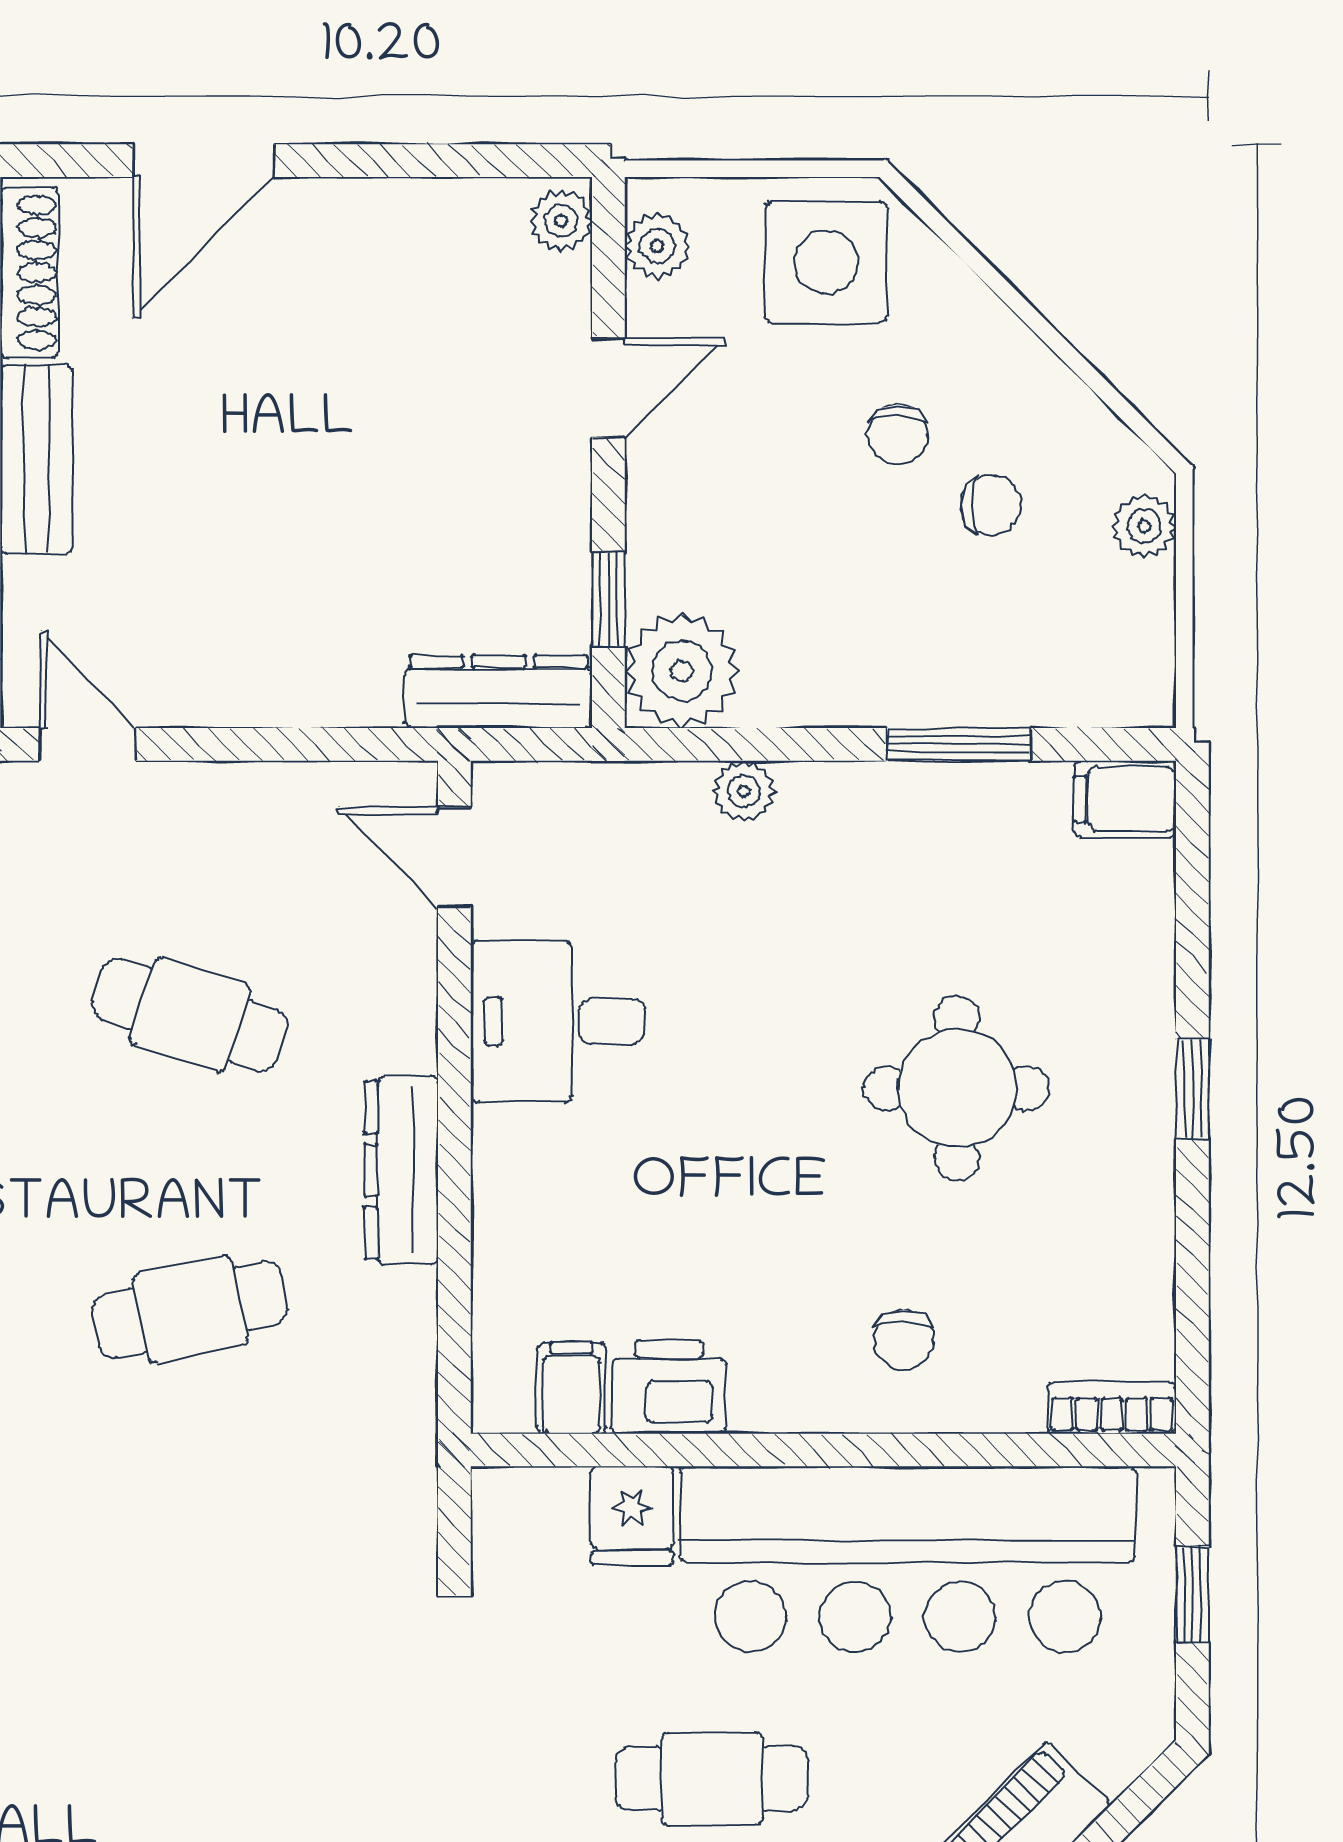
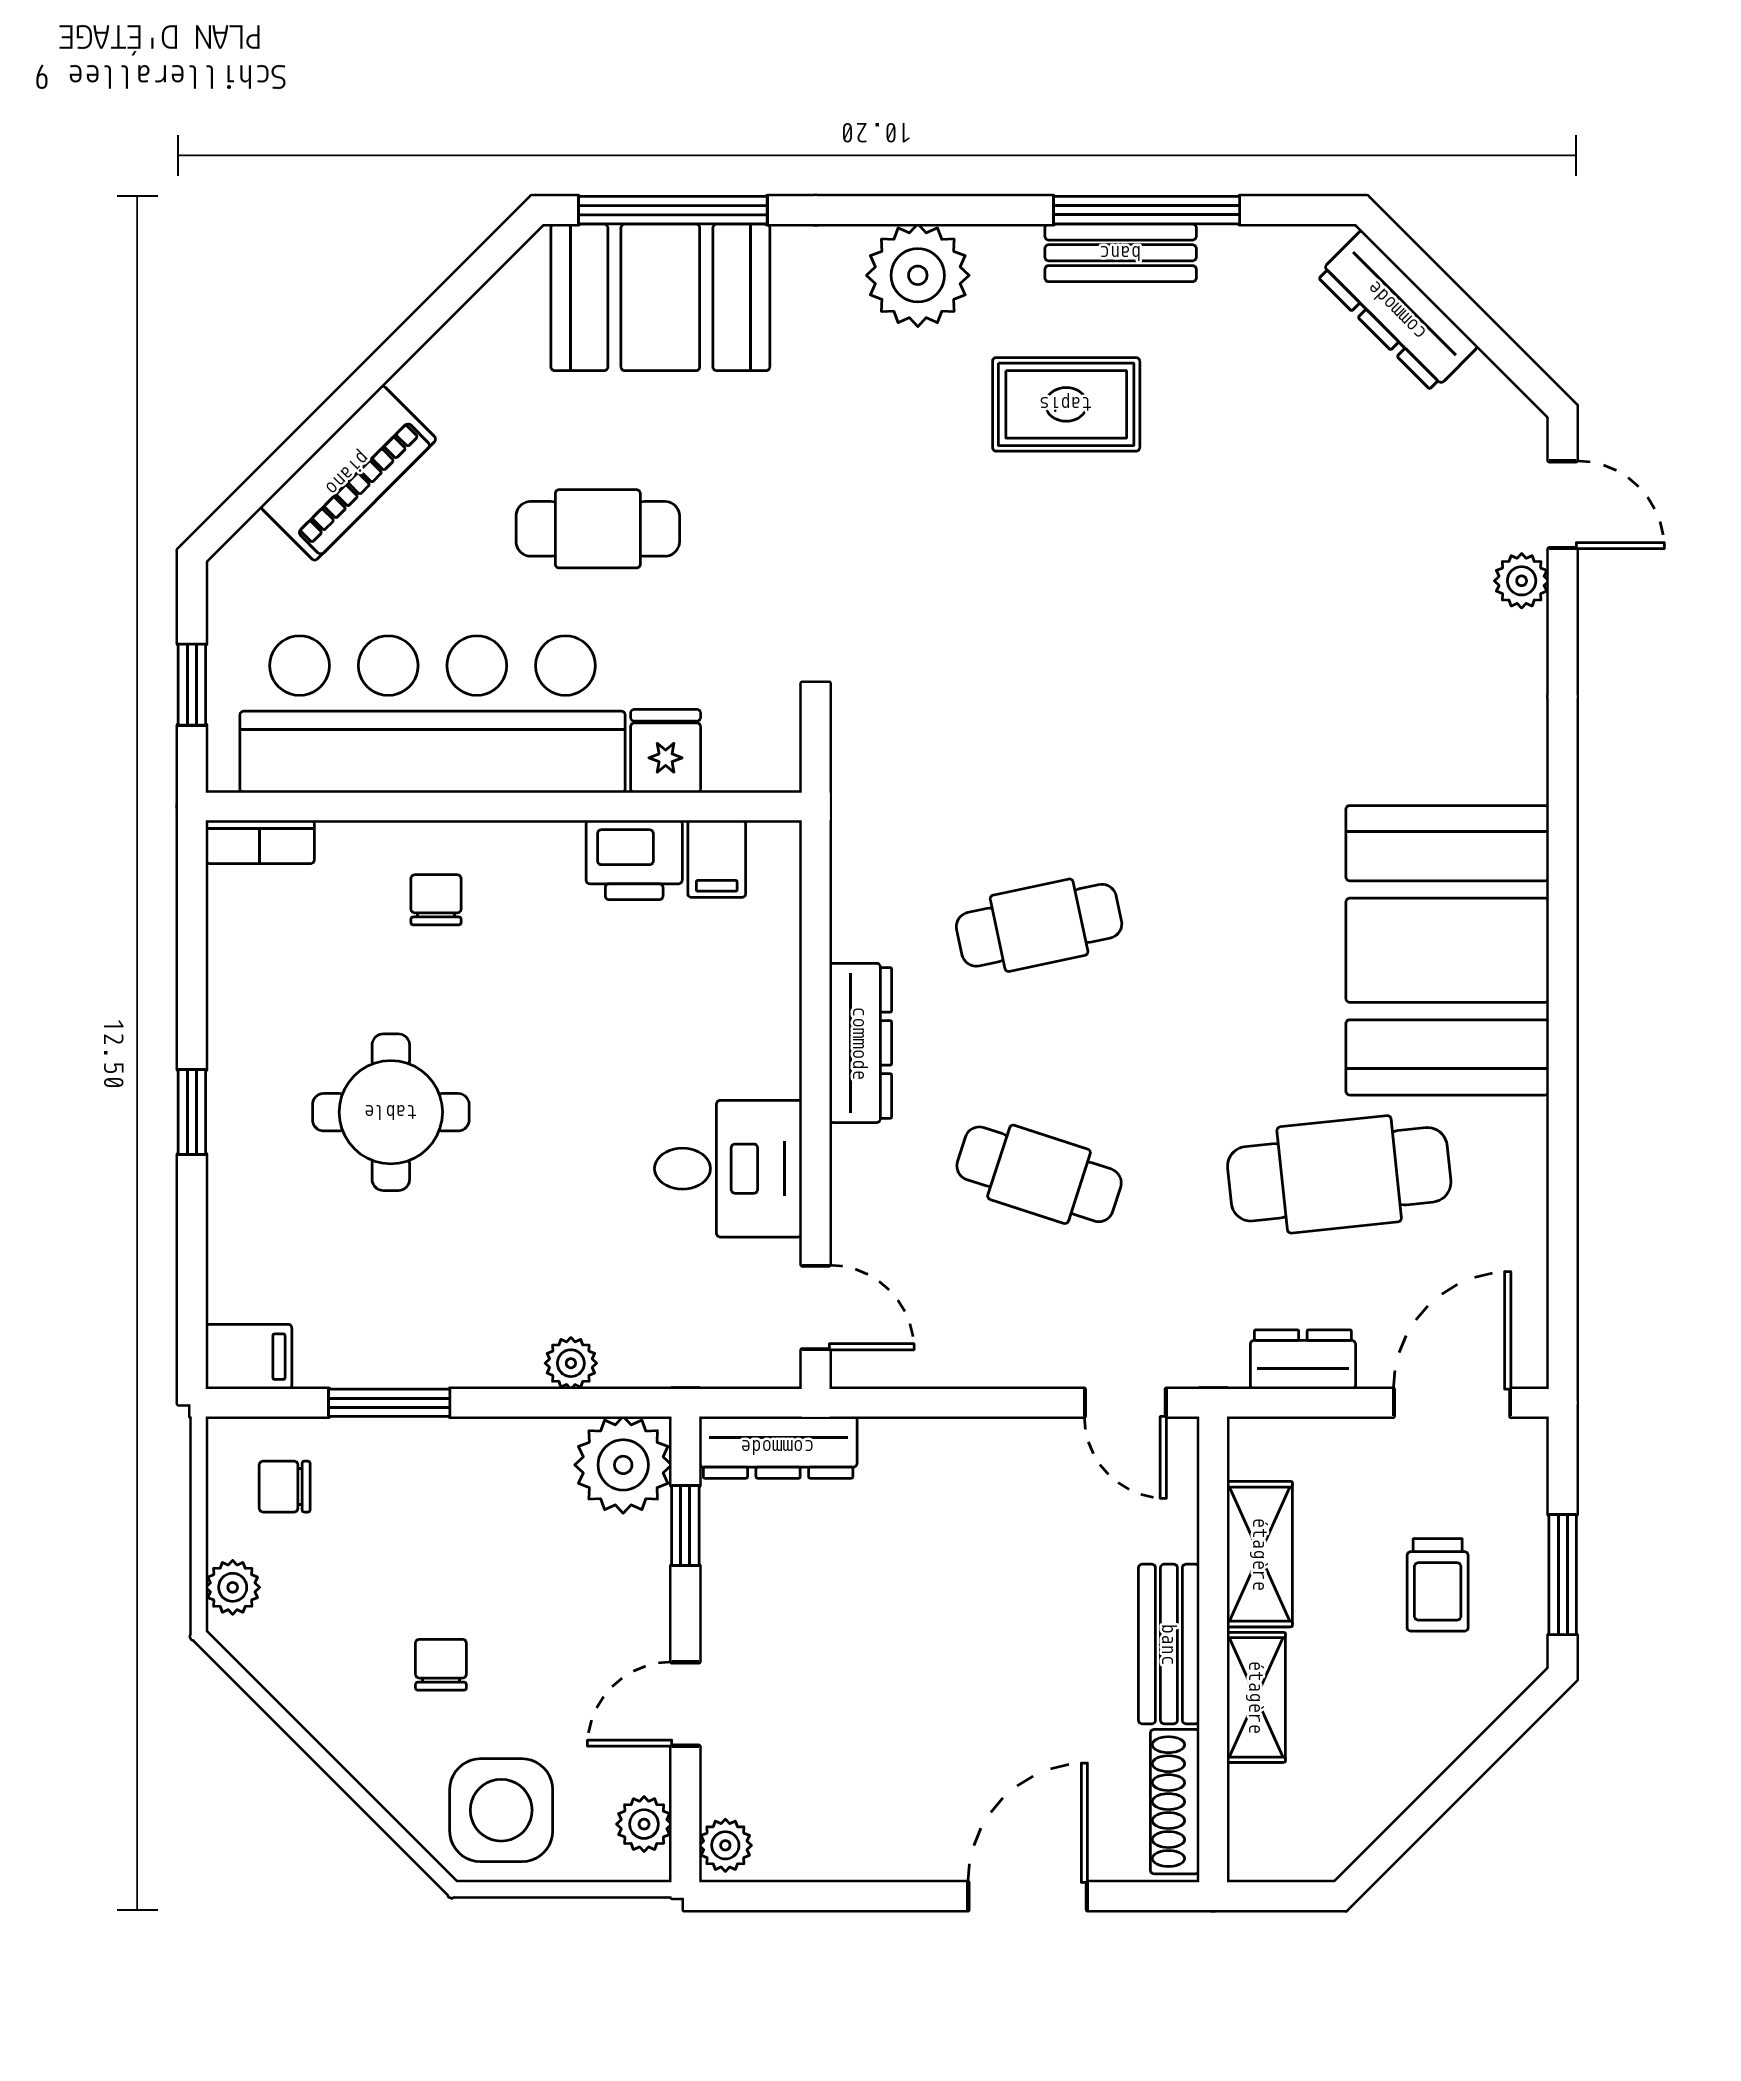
chair: (991, 505) -> (285, 1487), moved

